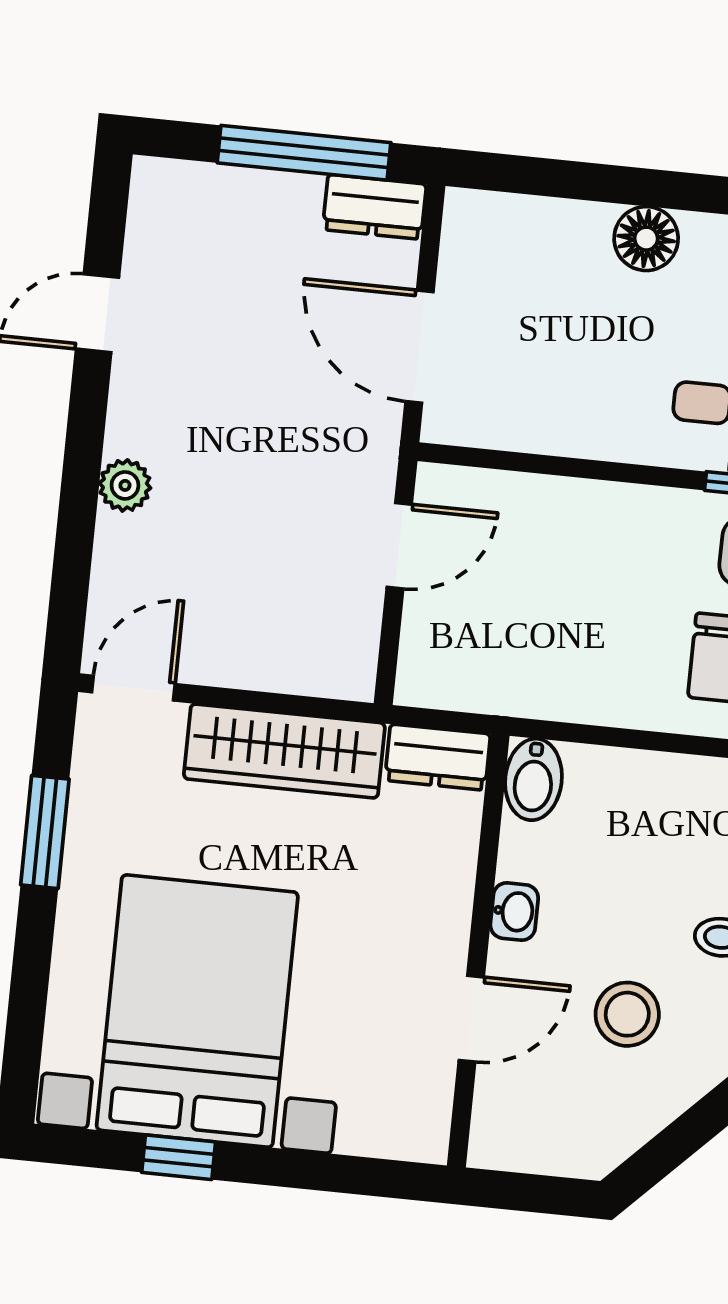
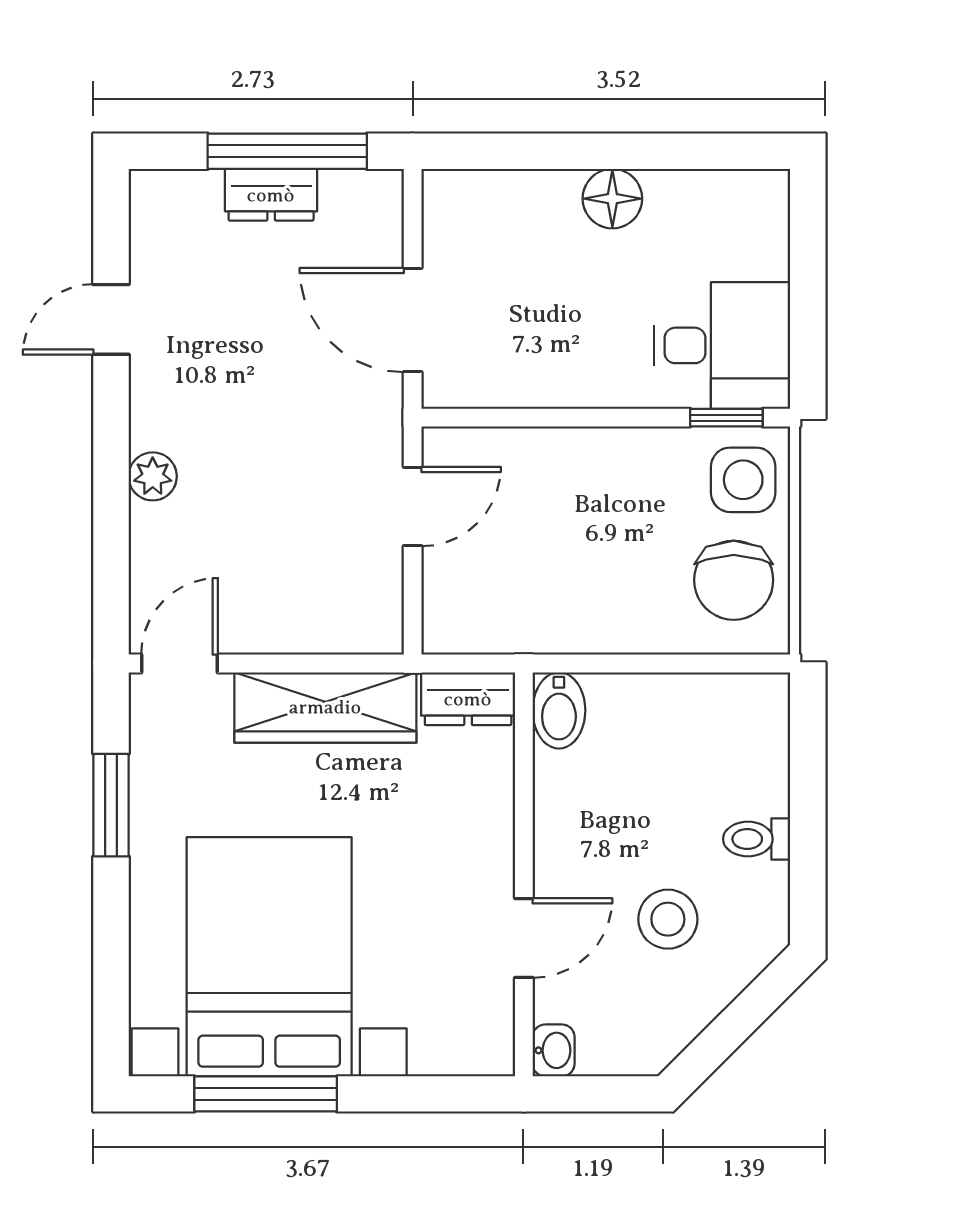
dresser: (374, 207) -> (271, 195), moved
washbasin: (514, 912) -> (554, 1050), moved
window: (179, 1157) -> (266, 1094), width x2.17

